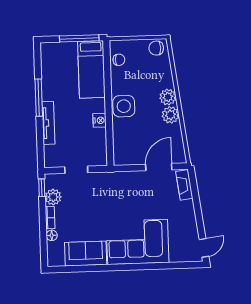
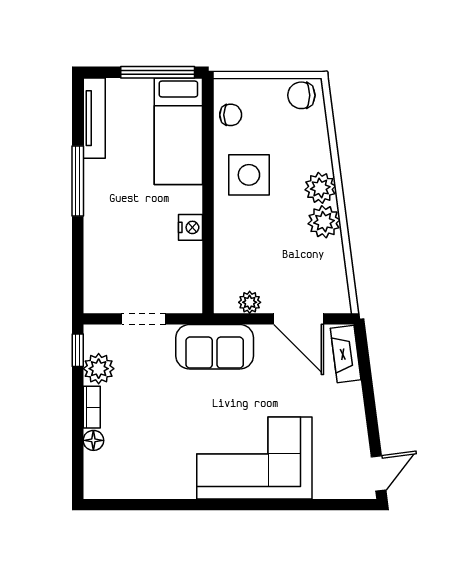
side table: (124, 106) -> (249, 175), moved
tv unit: (48, 123) -> (94, 118), moved
plant: (132, 159) -> (250, 302), added
door: (159, 167) -> (299, 319), swing flipped
sofa: (86, 254) -> (215, 347), moved, turned 180

